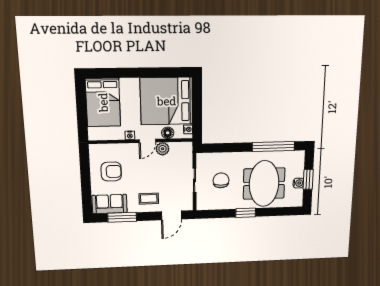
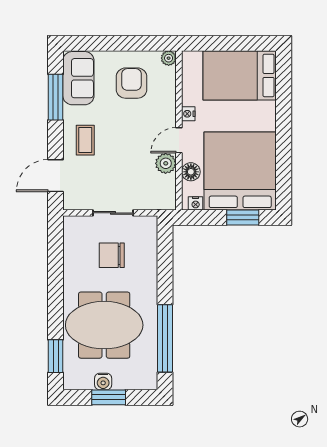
window: (197, 99) -> (243, 218), added
door: (147, 141) -> (179, 140), hinge flipped
plant: (94, 149) -> (169, 58), added
armchair: (111, 172) -> (132, 83), turned 180
chair: (221, 180) -> (112, 255), turned 180
window: (246, 213) -> (56, 356), moved
door: (172, 215) -> (56, 176), hinge flipped

